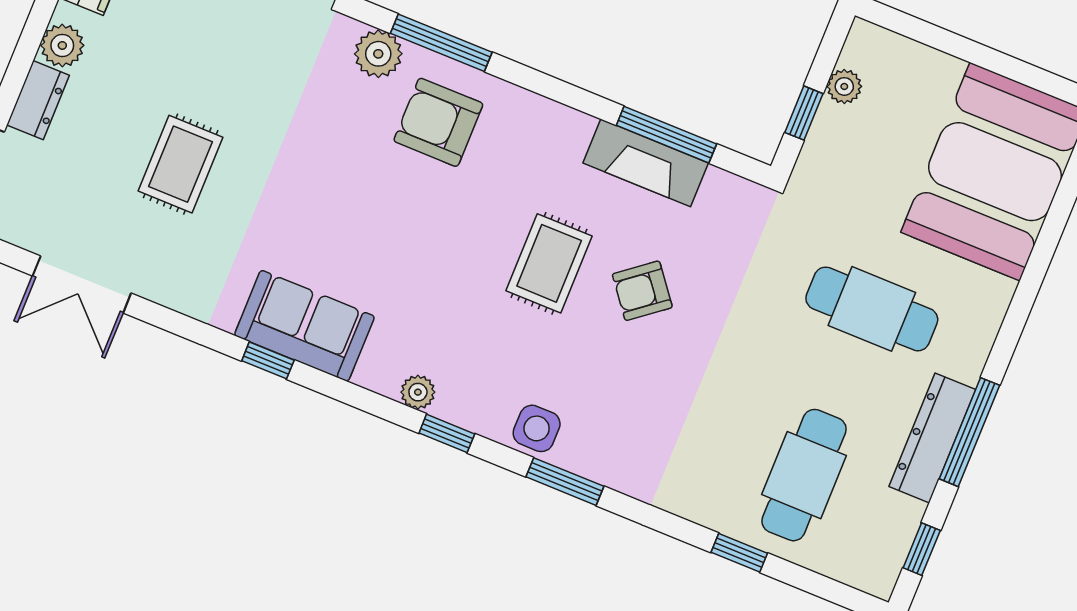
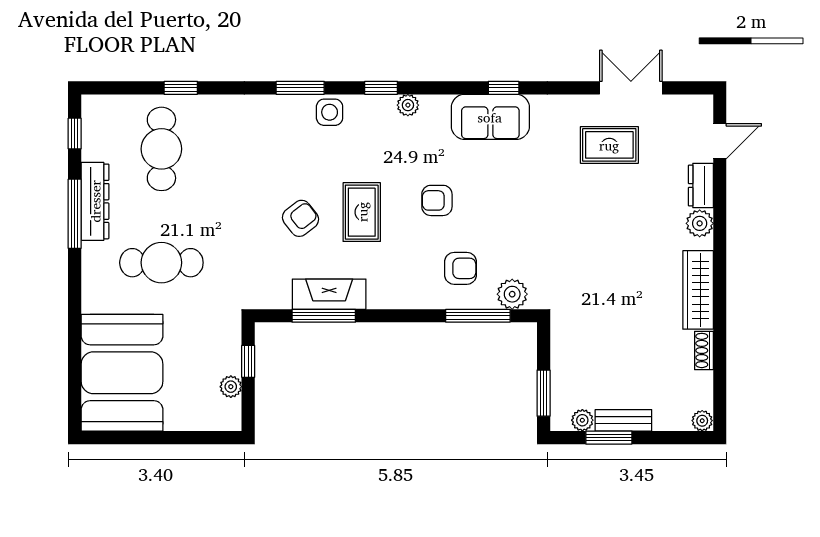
armchair: (438, 122) -> (461, 268), width x0.72, depth x0.72
rug: (181, 164) -> (609, 145), moved, turned 90
armchair: (432, 236) -> (437, 200), added

